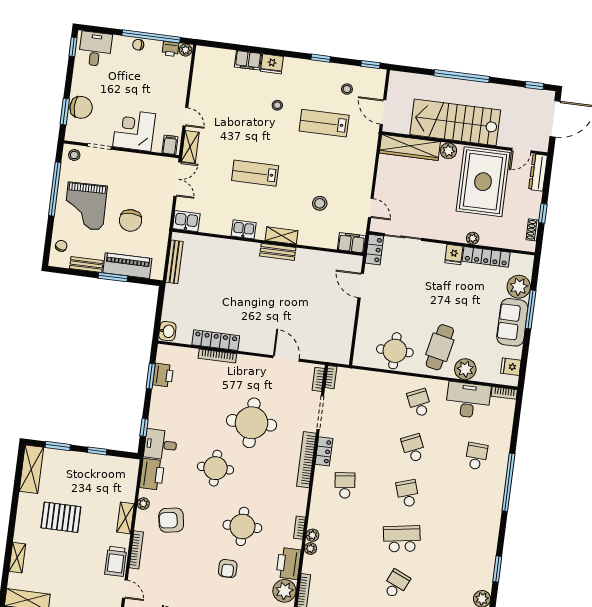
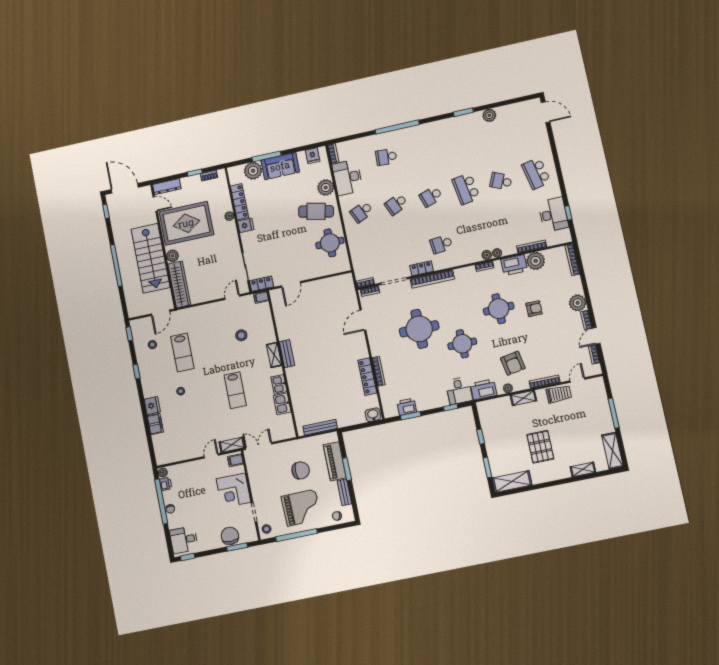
kitchen sink: (186, 221) -> (282, 404), moved
filing cabinet: (352, 243) -> (261, 297), width x0.50

